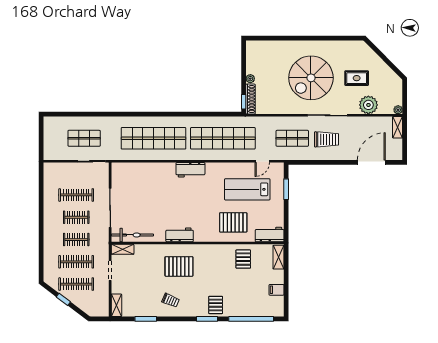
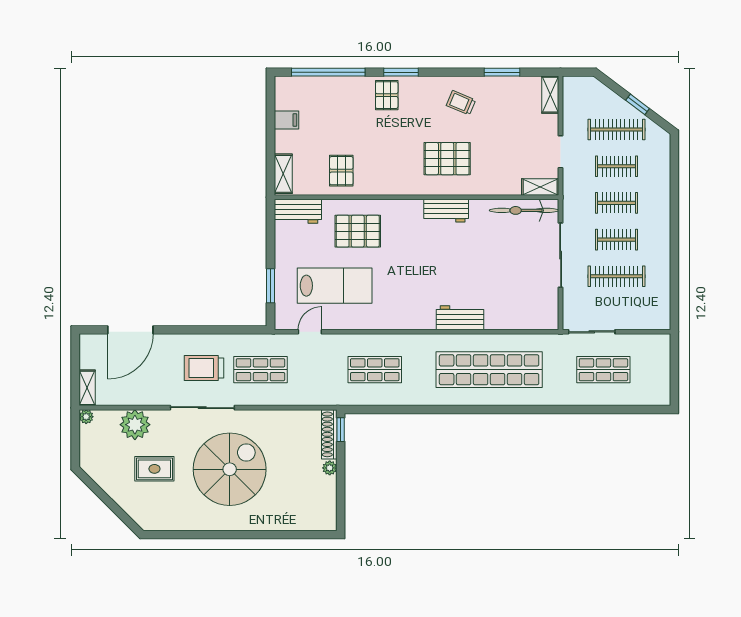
shop shelf: (223, 138) -> (375, 370), width x0.50, depth x0.74
workbench: (190, 170) -> (460, 318), moved
clothes rail: (76, 262) -> (616, 166), width x0.73

